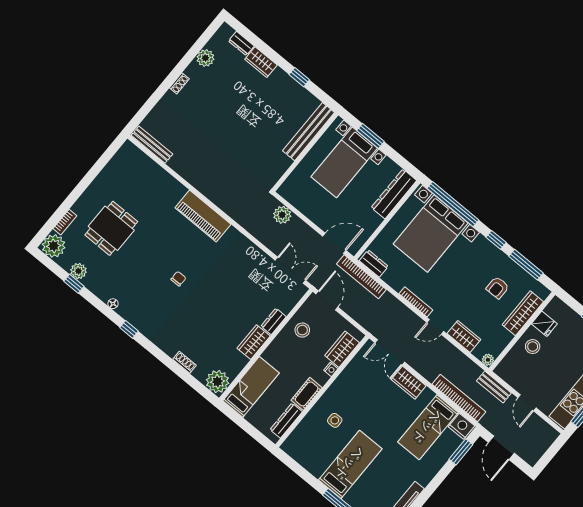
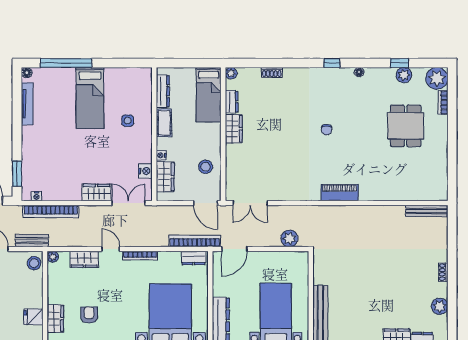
piano: (203, 216) -> (340, 193), width x0.73, depth x0.75
wardrobe: (523, 313) -> (55, 319), width x0.67
dresser: (274, 321) -> (232, 102), moved
door: (435, 327) -> (111, 249), hinge flipped
stool: (533, 347) -> (34, 263), moved
nightstand: (354, 367) -> (145, 171), added
plant: (217, 382) -> (231, 73), width x0.53, depth x0.53
nightstand: (461, 426) -> (36, 196), width x0.53, depth x0.56
bed: (428, 427) -> (56, 172), removed

